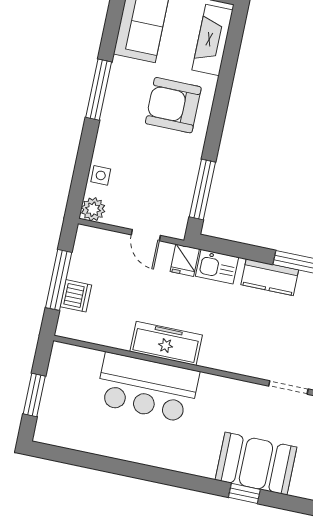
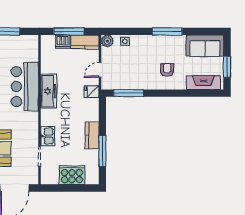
armchair: (173, 105) -> (167, 70), width x0.53, depth x0.53
kitchen counter: (86, 253) -> (85, 42), added
kitchen sink: (217, 267) -> (48, 136), moved, turned 180

